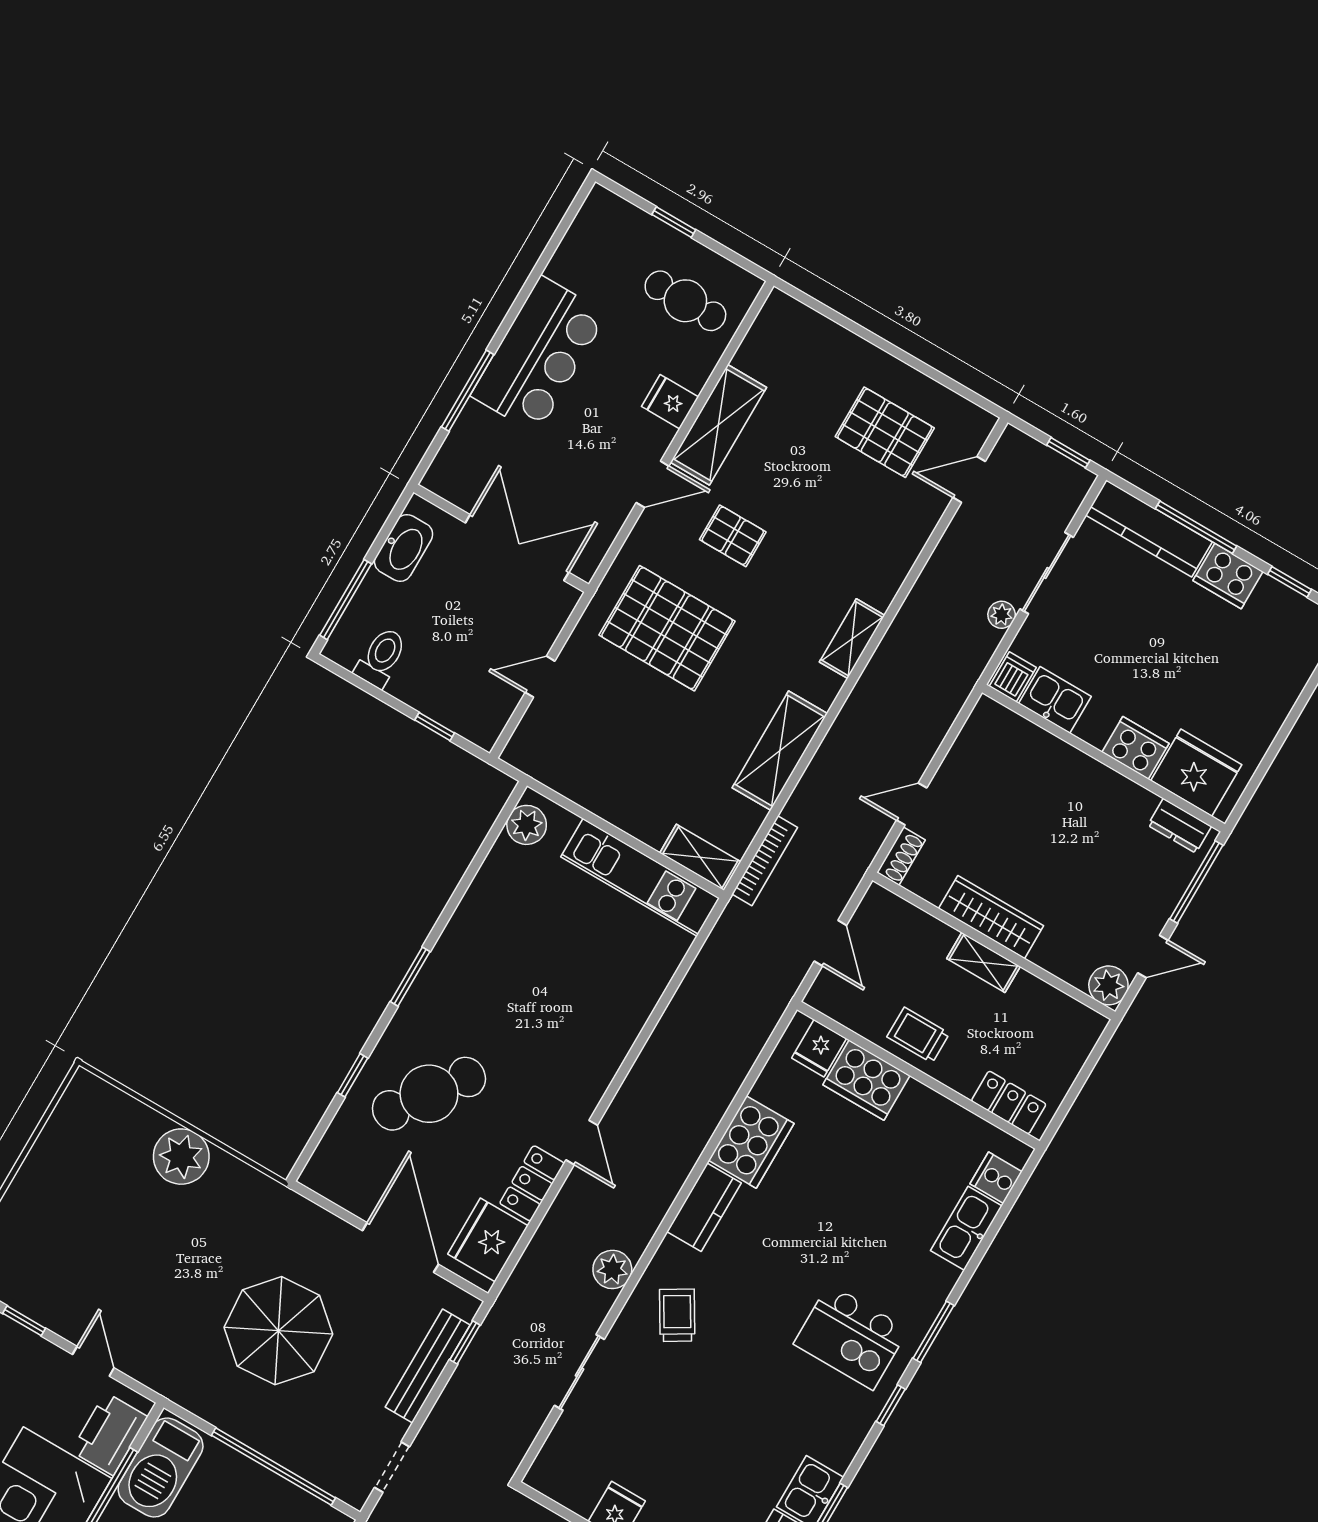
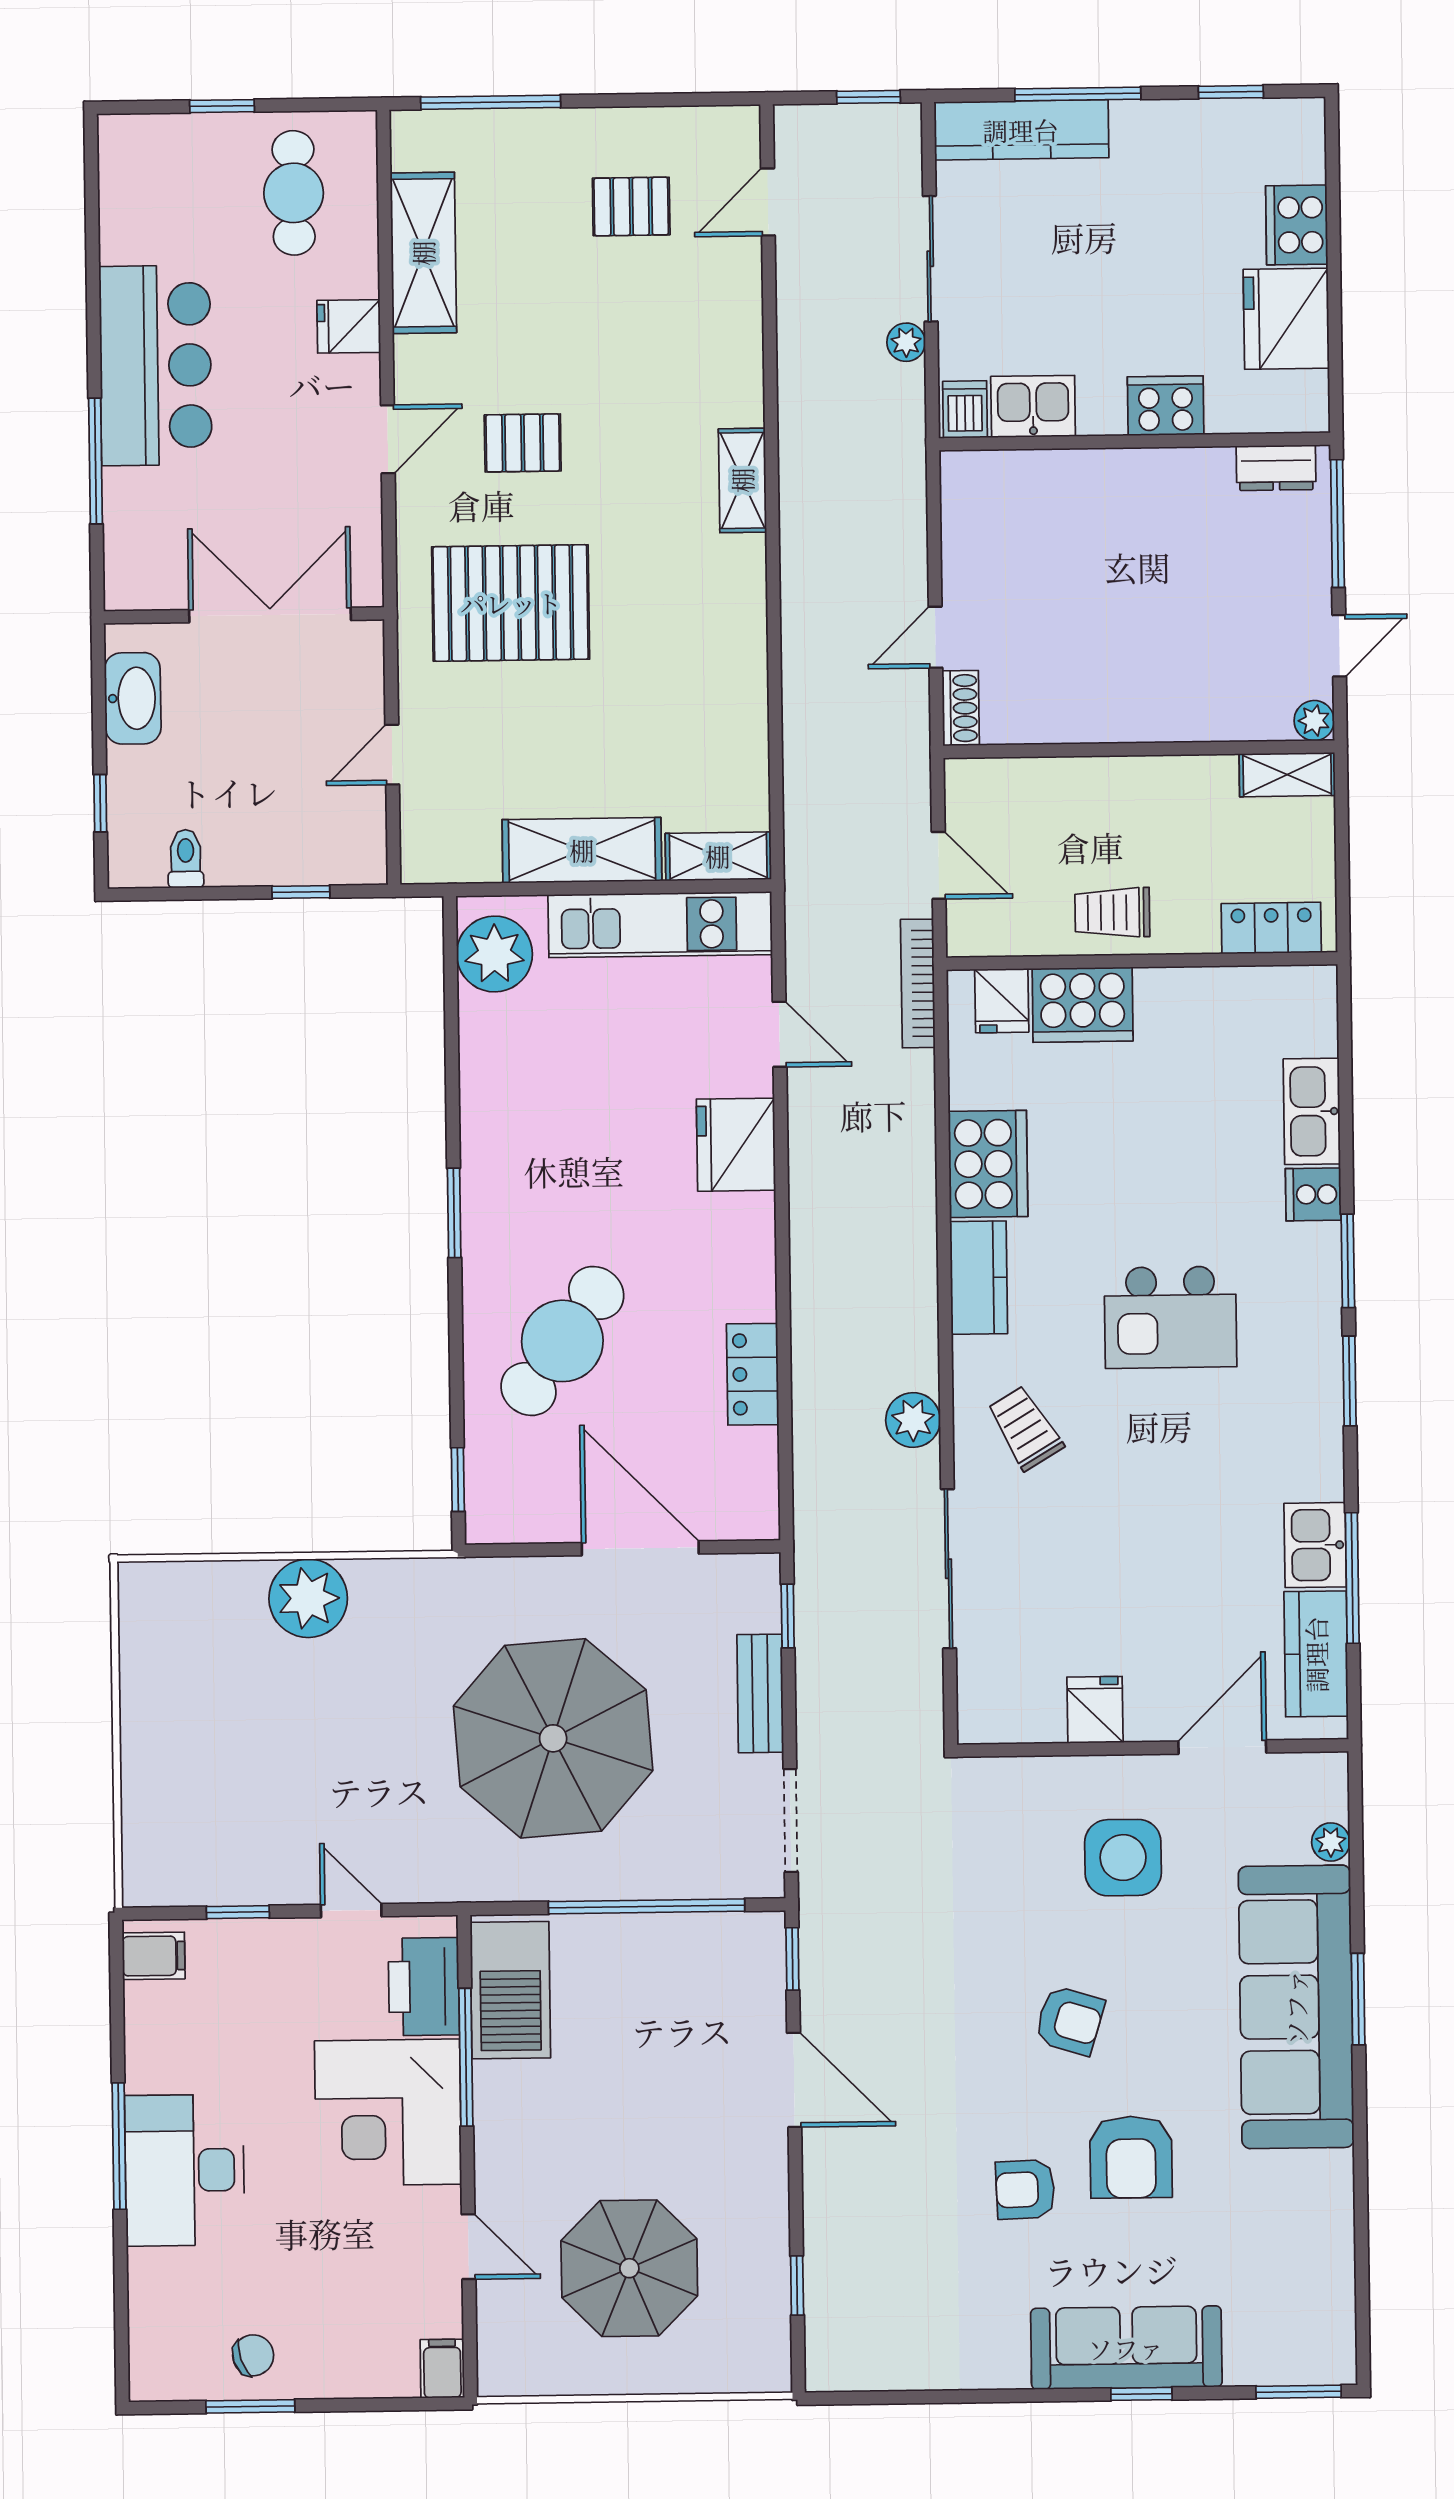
cafe table: (685, 301) -> (294, 193), turned 90
window: (838, 318) -> (491, 102), added
shelving: (718, 425) -> (423, 253), moved
pallet: (885, 432) -> (631, 206), width x0.67, depth x0.71
cooker: (1228, 576) -> (1297, 225), moved, turned 90
window: (346, 600) -> (100, 803), width x0.46
toilet: (381, 657) -> (186, 859), width x0.73, depth x0.72
shelving: (780, 751) -> (582, 850), moved, turned 90
fridge: (1196, 773) -> (1286, 319), moved, turned -90
plant: (527, 825) -> (494, 954), width x1.36, depth x1.36
bookcase: (765, 861) -> (918, 983), moved, turned 180
wardrobe: (991, 917) -> (1114, 716), removed
shelving: (983, 962) -> (1287, 775), moved
plant: (1108, 985) -> (1314, 721), width x0.73, depth x0.73
window: (353, 1075) -> (458, 1480), moved
door: (582, 1143) -> (780, 1034), moved
cooker: (996, 1178) -> (1313, 1194), moved
fridge: (488, 1240) -> (736, 1145), moved
parasol: (278, 1331) -> (553, 1738), width x1.36, depth x1.36
kitchen island: (851, 1337) -> (1171, 1317), moved
bench: (428, 1366) -> (760, 1693), width x0.73
sliding door: (579, 1372) -> (948, 1569), width x1.37
window: (891, 1405) -> (1350, 1381), width x1.50
doorway: (392, 1467) -> (791, 1820), width x1.38

